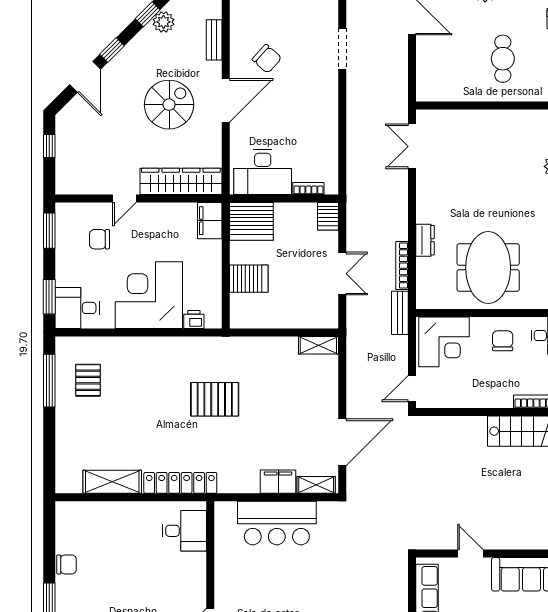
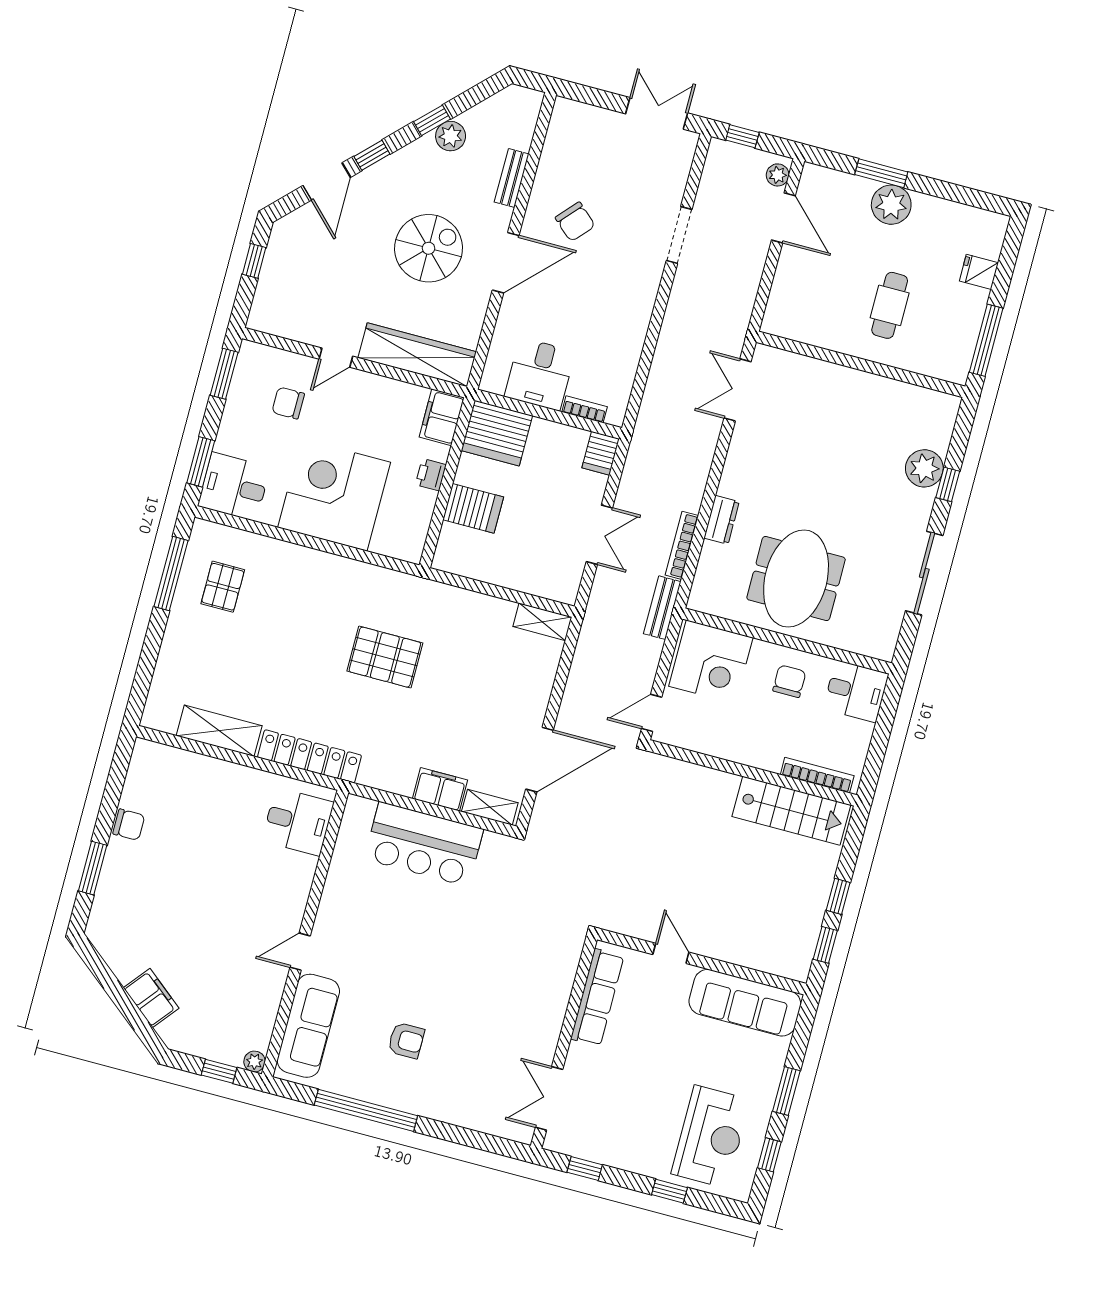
desk: (263, 172) -> (540, 374), width x0.73
printer: (194, 319) -> (431, 475), moved, turned -90

